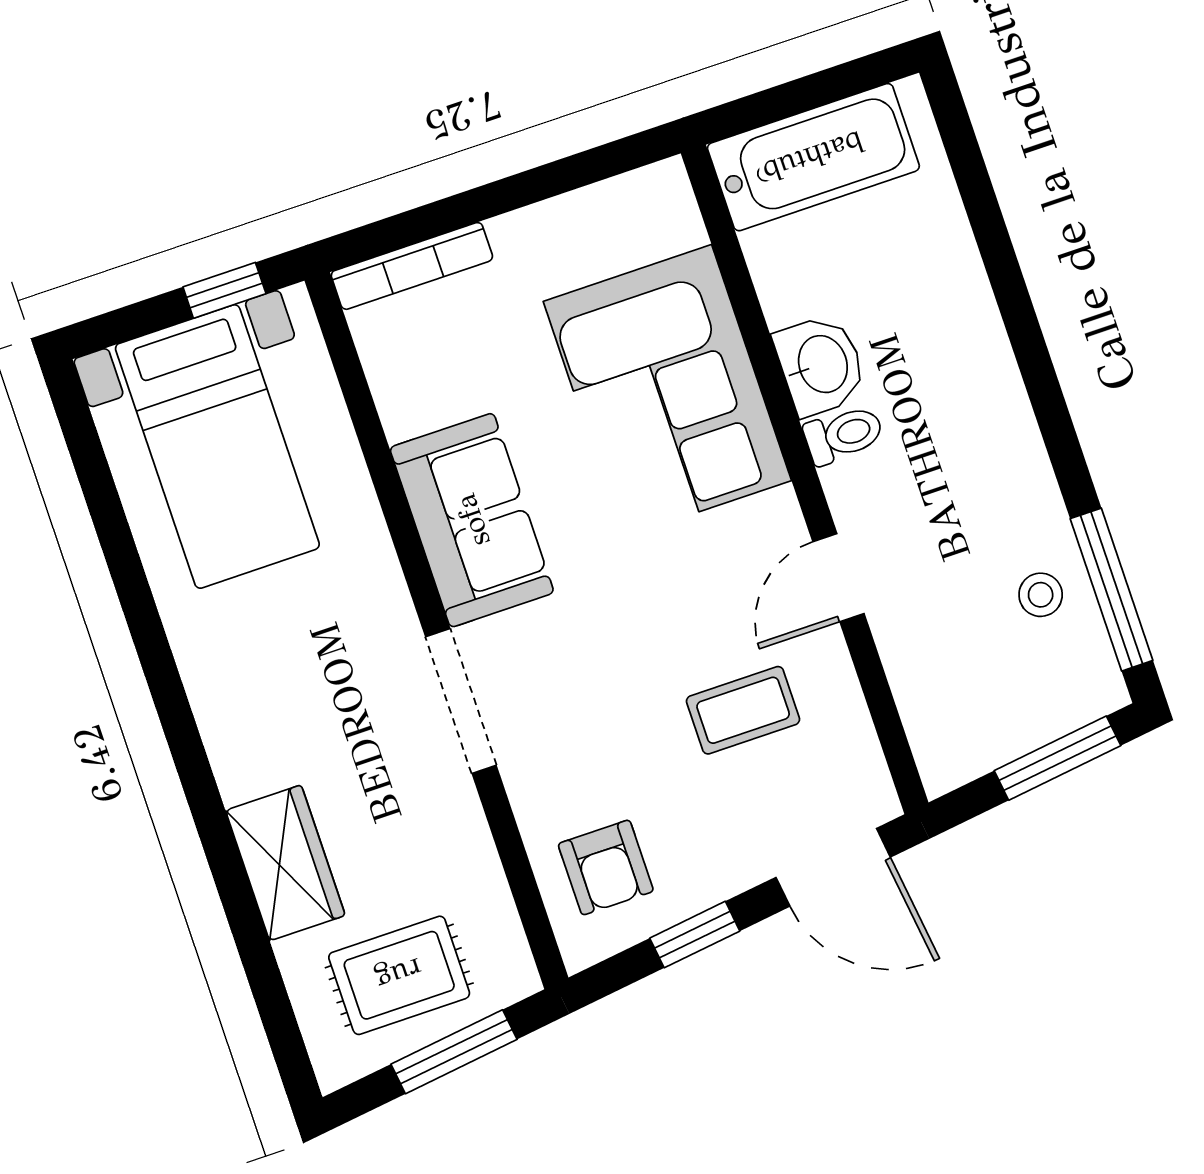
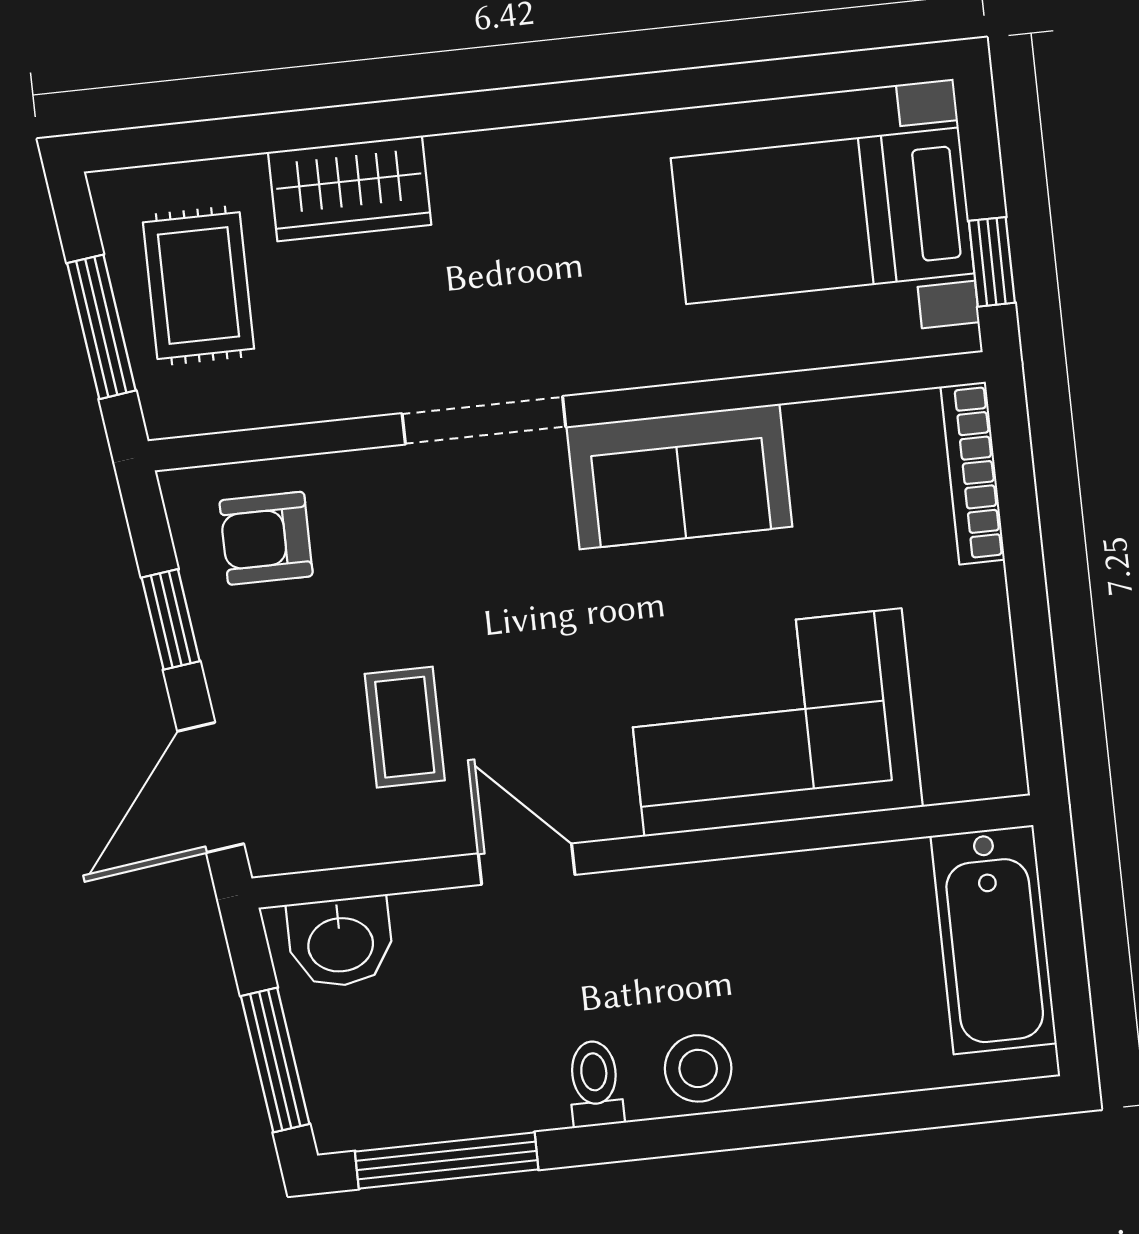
washbasin: (821, 365) -> (340, 942), moved
toilet: (844, 435) -> (595, 1084), moved, turned 180
stool: (1041, 595) -> (698, 1068), moved, width x1.37, depth x1.37

